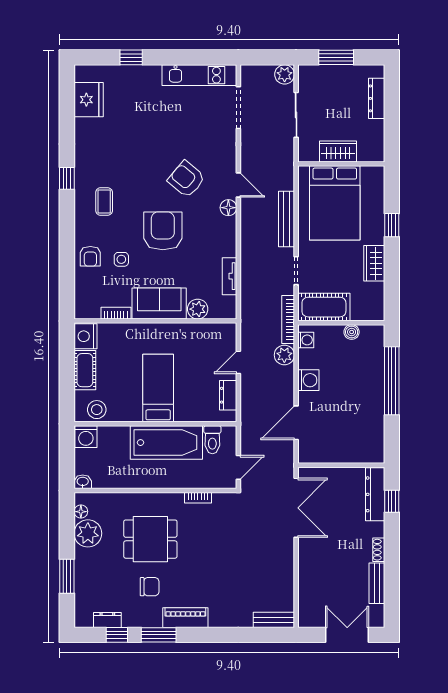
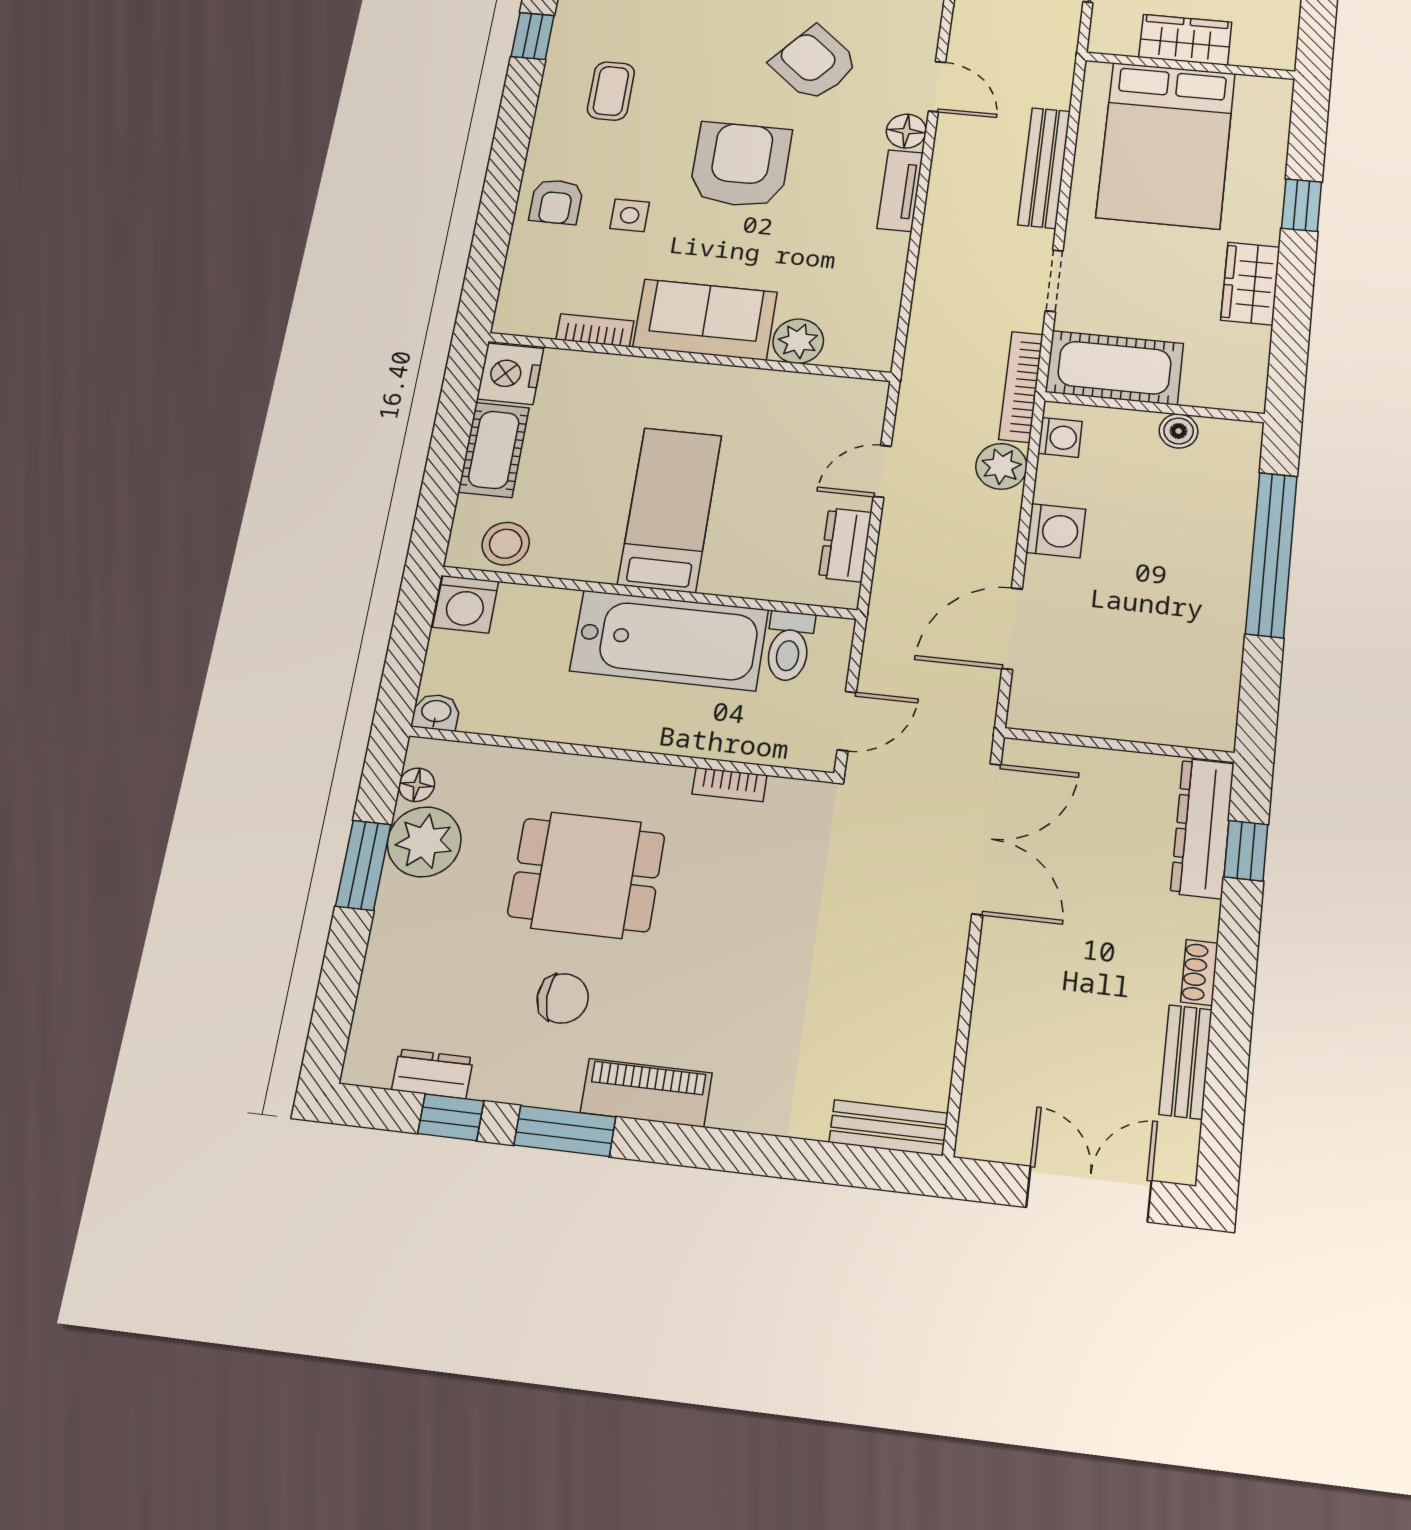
tv unit: (229, 276) -> (900, 191), moved
window: (67, 576) -> (363, 865), moved

